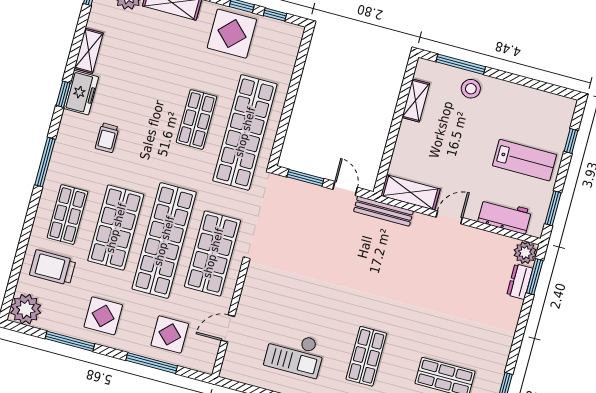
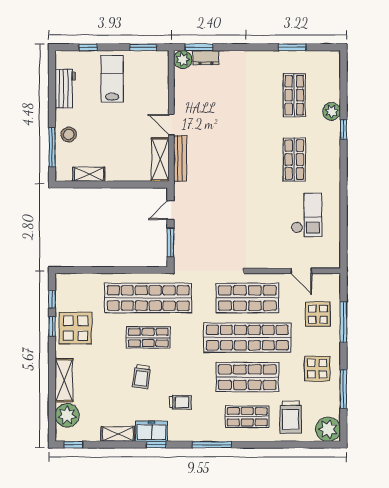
trolley: (151, 99) -> (142, 377), added
bench: (383, 211) -> (180, 158), moved
workbench: (505, 216) -> (65, 89), moved, turned 180
shop shelf: (366, 356) -> (294, 160), turned 90

